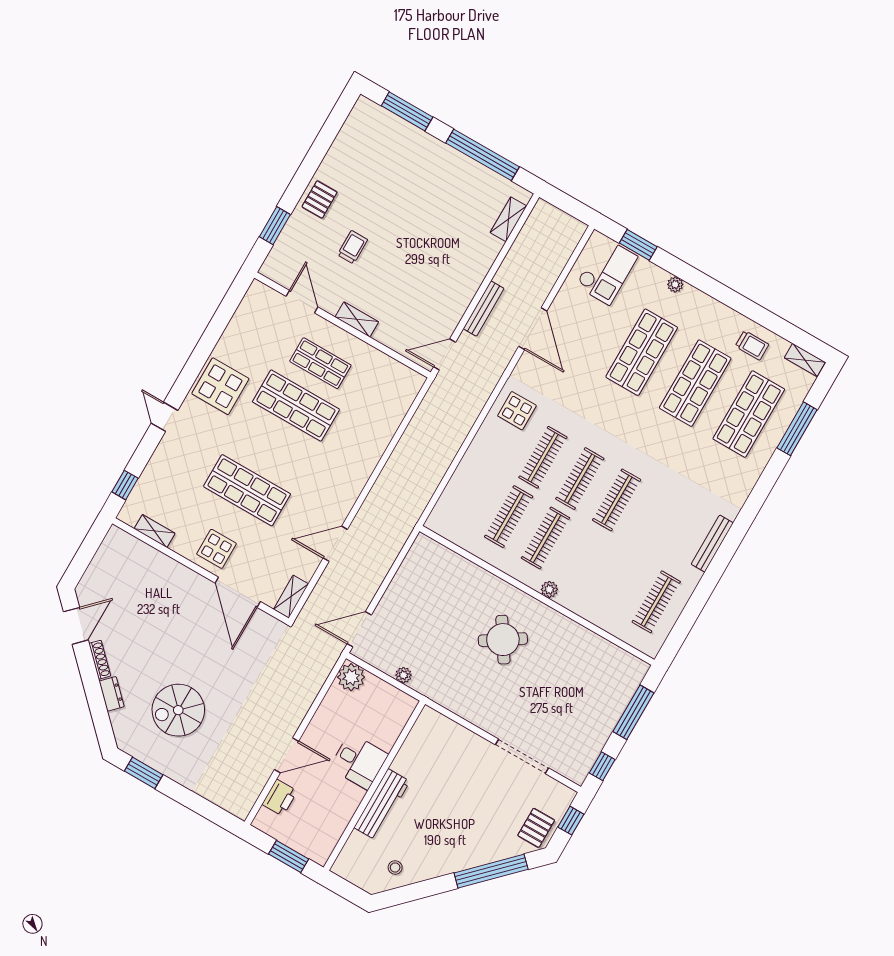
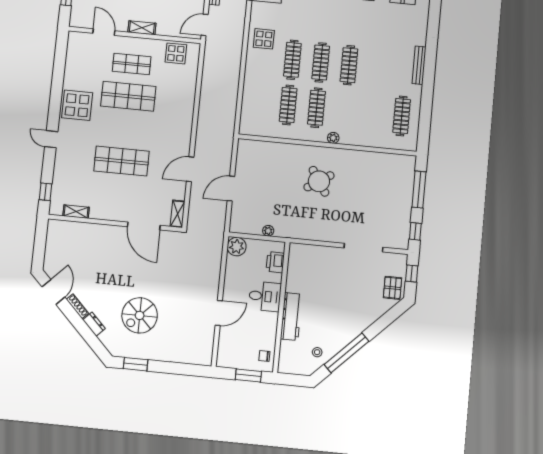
display table: (216, 549) -> (176, 53), moved
door: (359, 629) -> (231, 189), moved
printer: (280, 798) -> (275, 262), moved, turned 180
chair: (322, 840) -> (264, 356), added
window: (491, 871) -> (347, 353), moved

